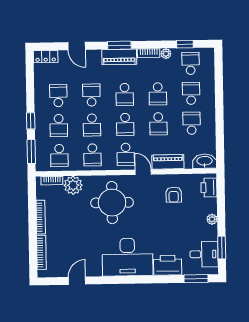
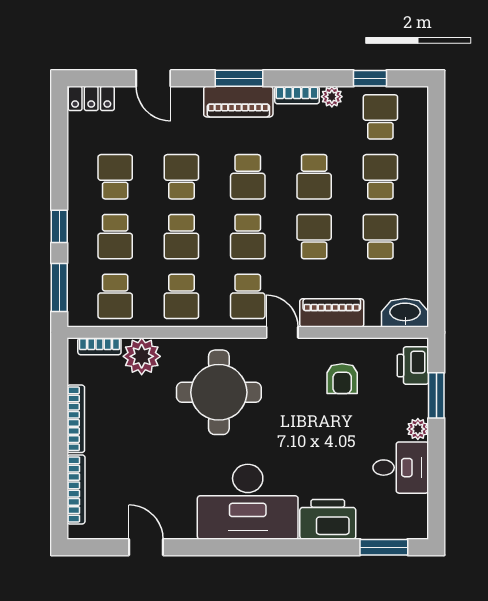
school desk: (158, 124) -> (314, 237), turned 180
window: (222, 248) -> (436, 395), moved
desk: (204, 254) -> (401, 468), moved
door: (77, 281) -> (146, 547), hinge flipped

